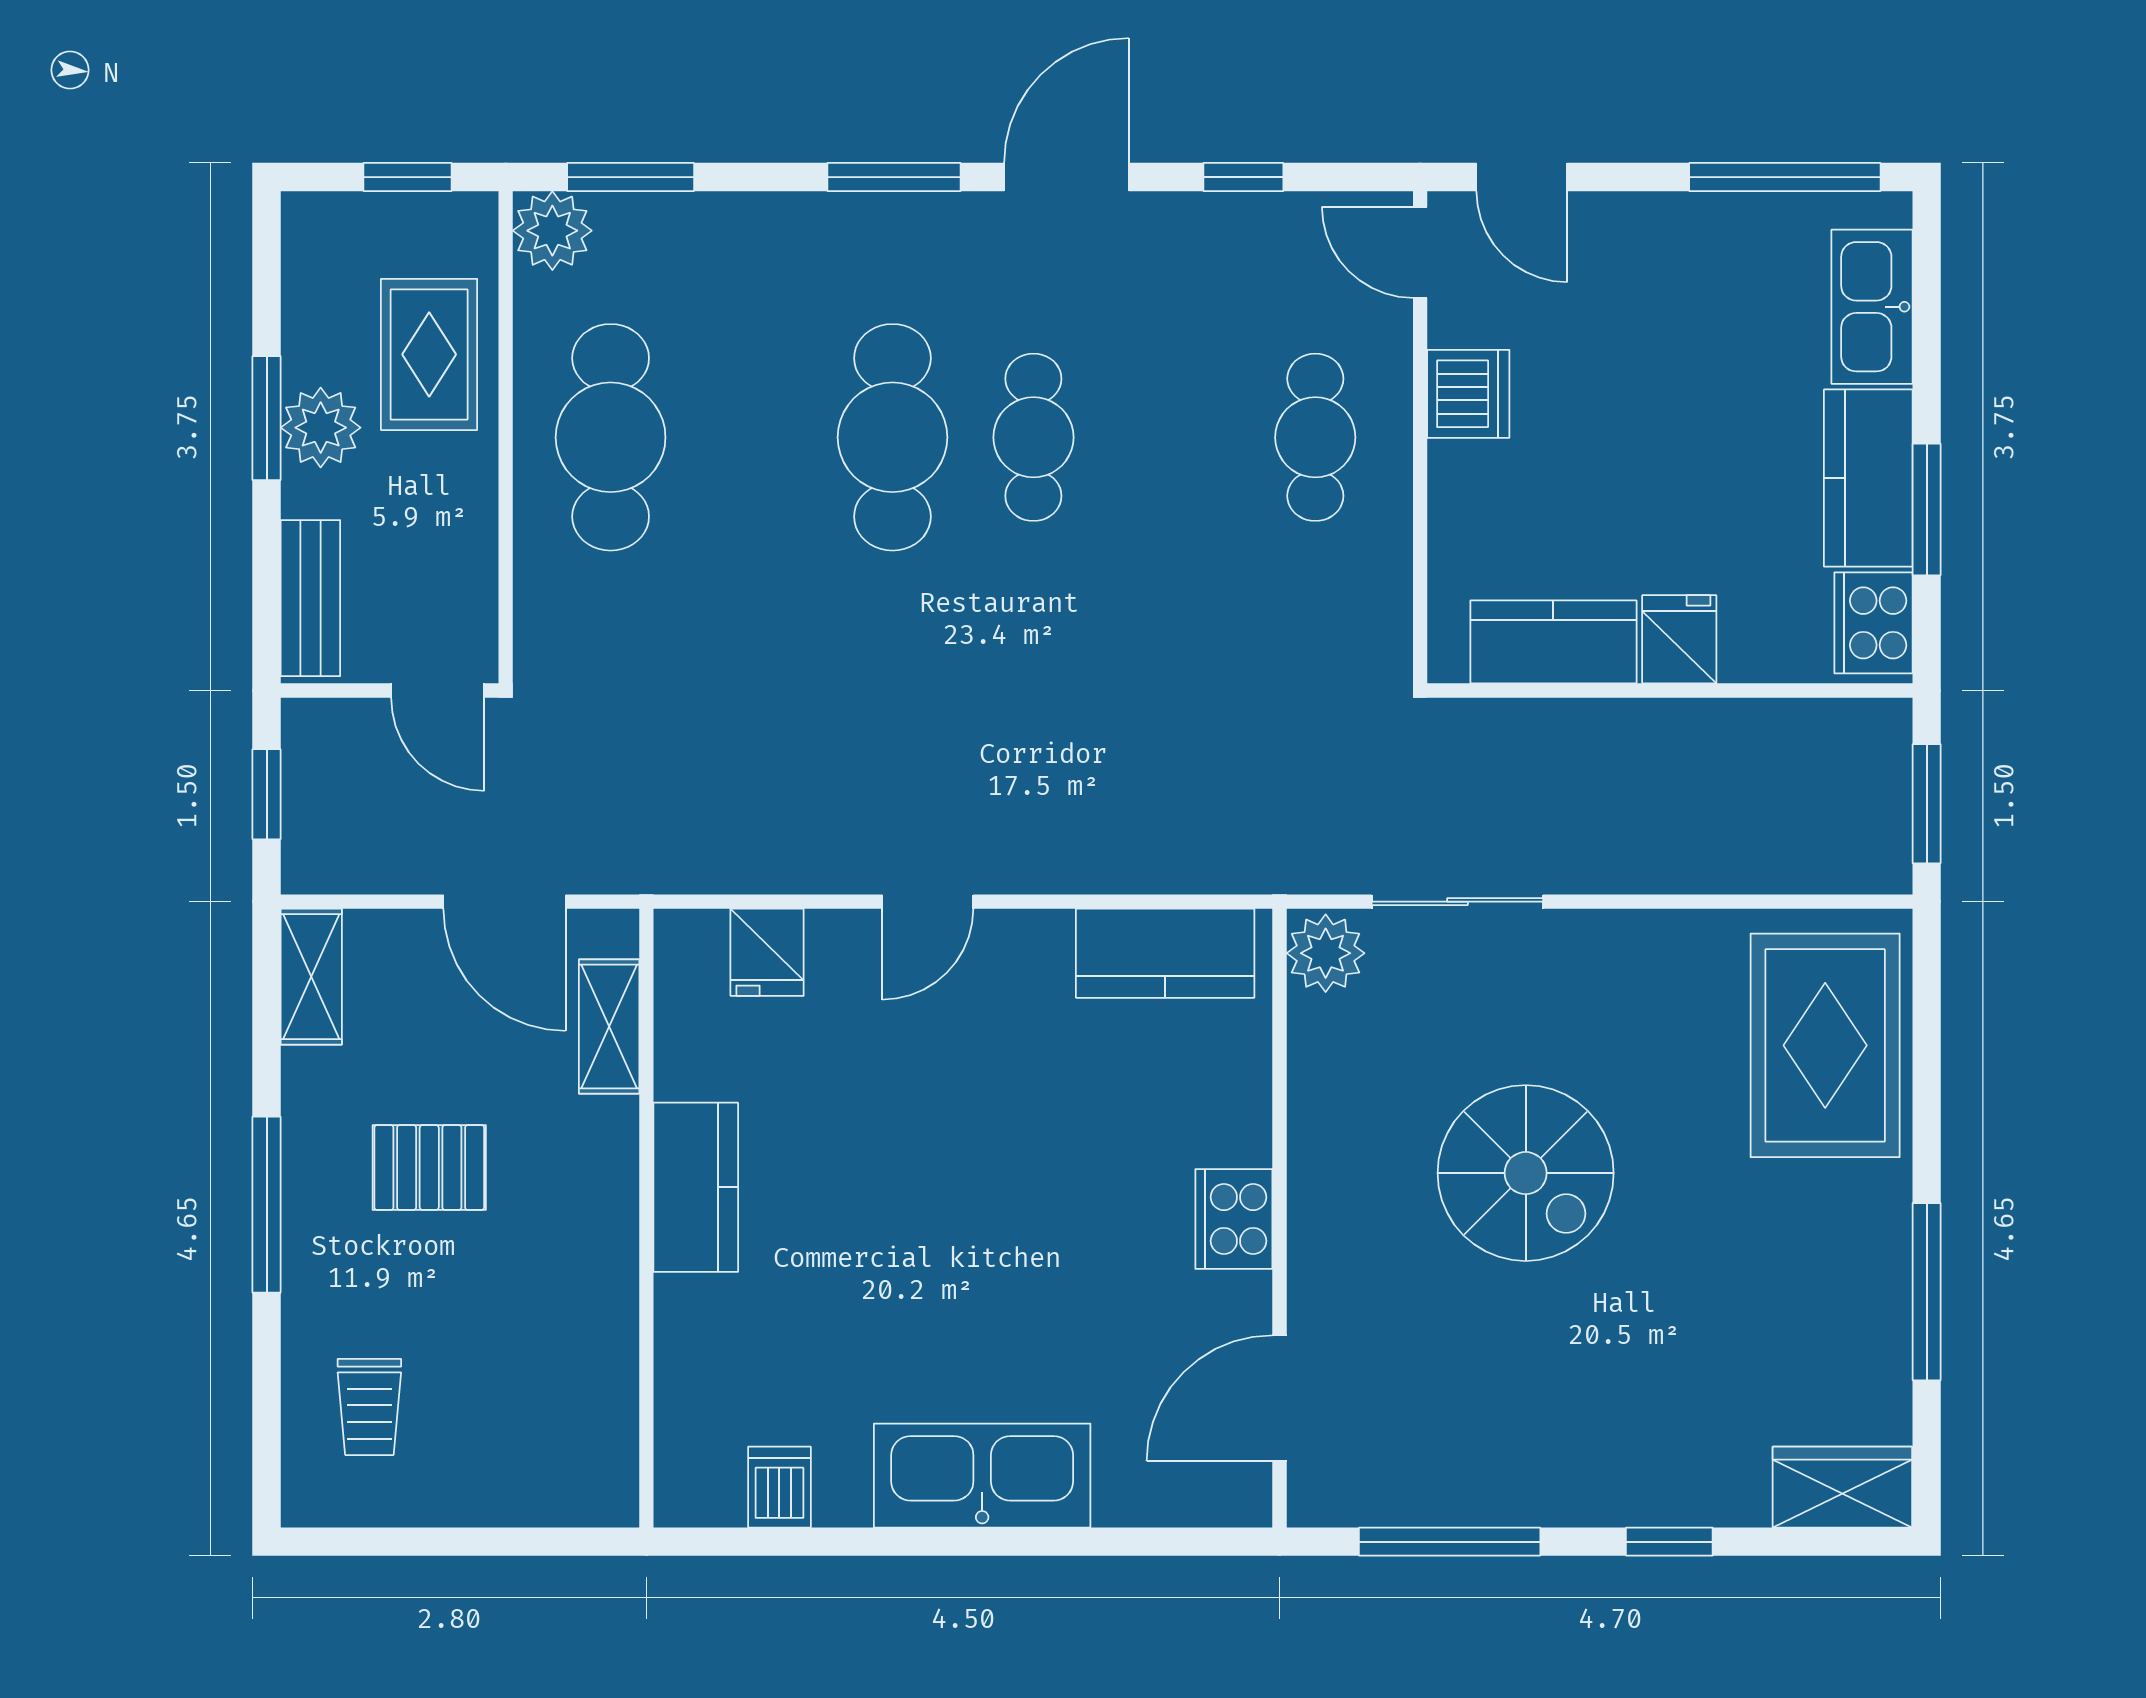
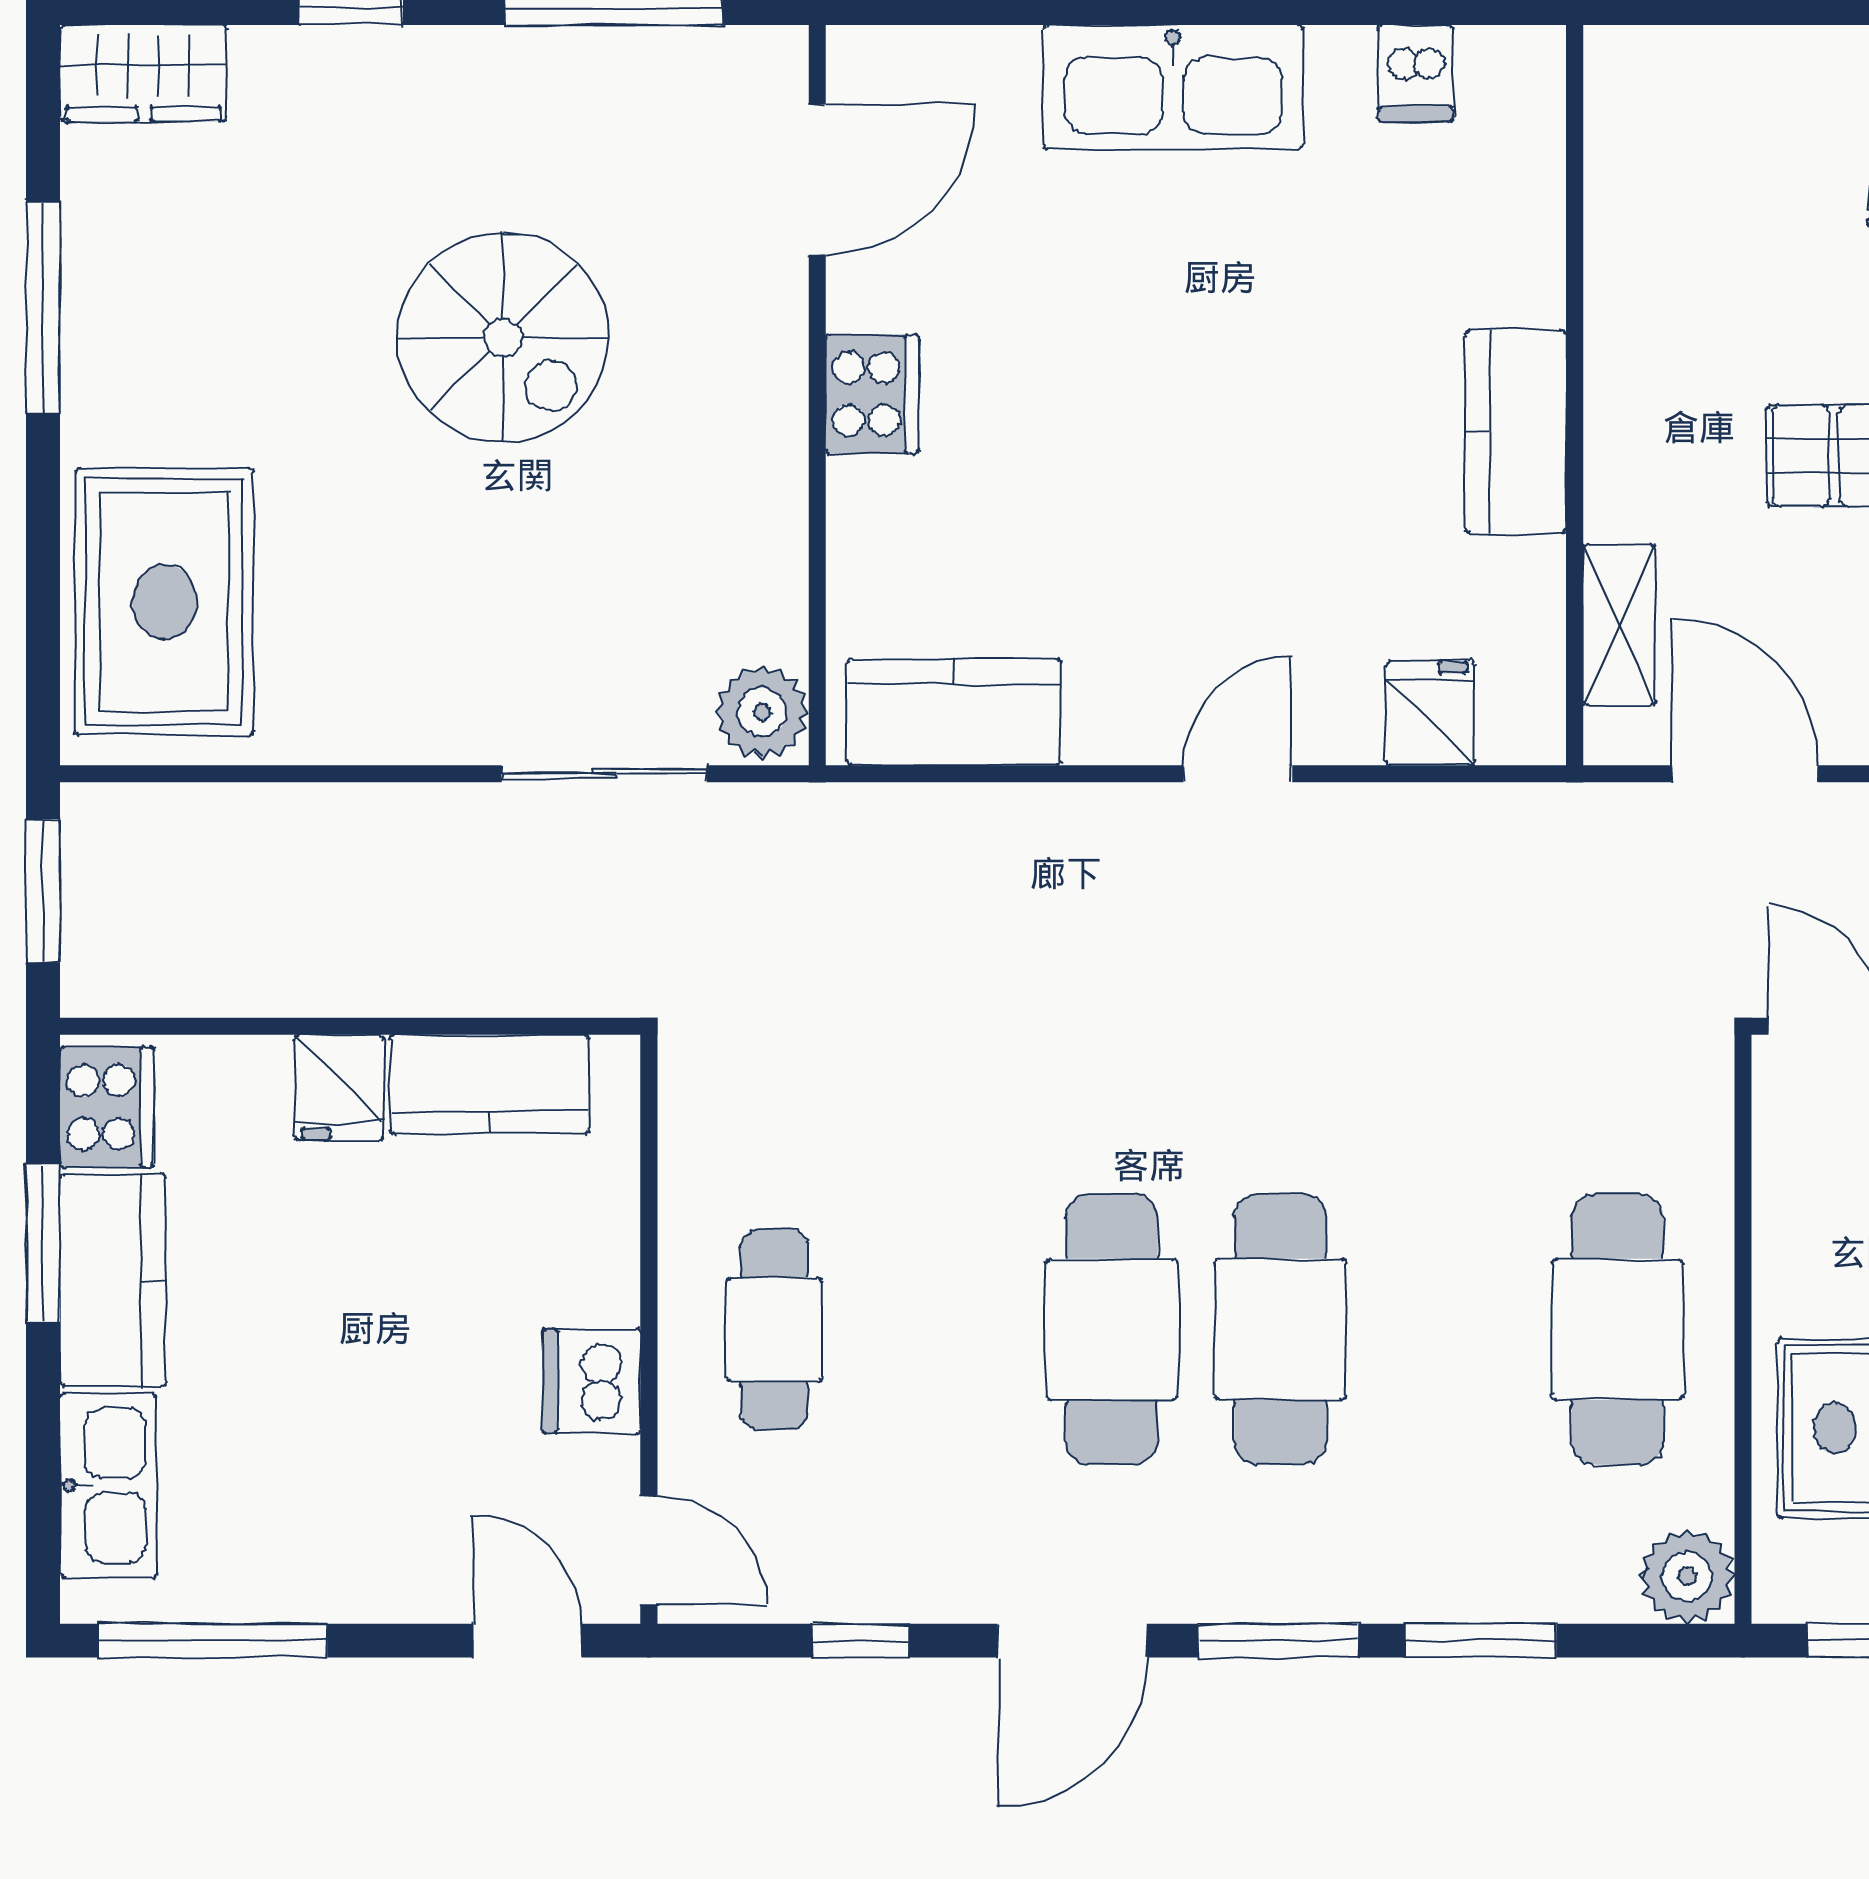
window: (631, 177) -> (1480, 1641), moved
cafe table: (1033, 437) -> (1112, 1329), width x1.37, depth x1.35
spiral stairs: (1526, 1173) -> (503, 337), moved, turned 180

